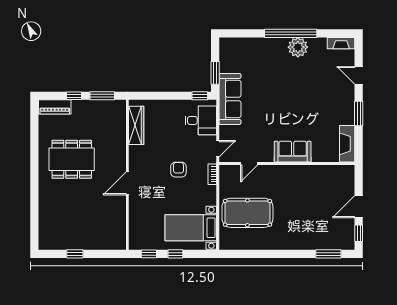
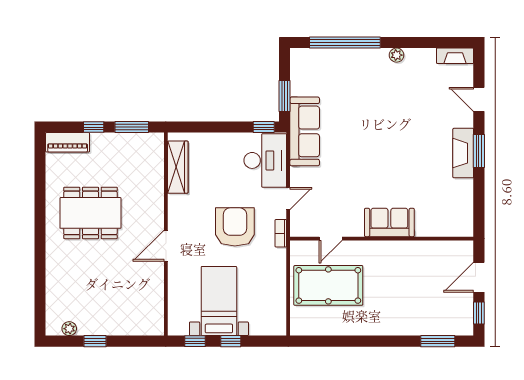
window: (291, 33) -> (345, 43), moved
plant: (298, 47) -> (397, 55), width x0.53, depth x0.53
desk: (201, 120) -> (265, 160), width x1.37
fireplace: (347, 144) -> (463, 153), moved
sofa: (293, 152) -> (389, 222), moved
door: (249, 164) -> (331, 239), moved
wall: (287, 164) -> (382, 239), moved
armchair: (178, 170) -> (235, 227), width x1.88, depth x1.88
bed with nightstands: (191, 228) -> (219, 301), moved, turned 90
plant: (56, 245) -> (69, 329), added

